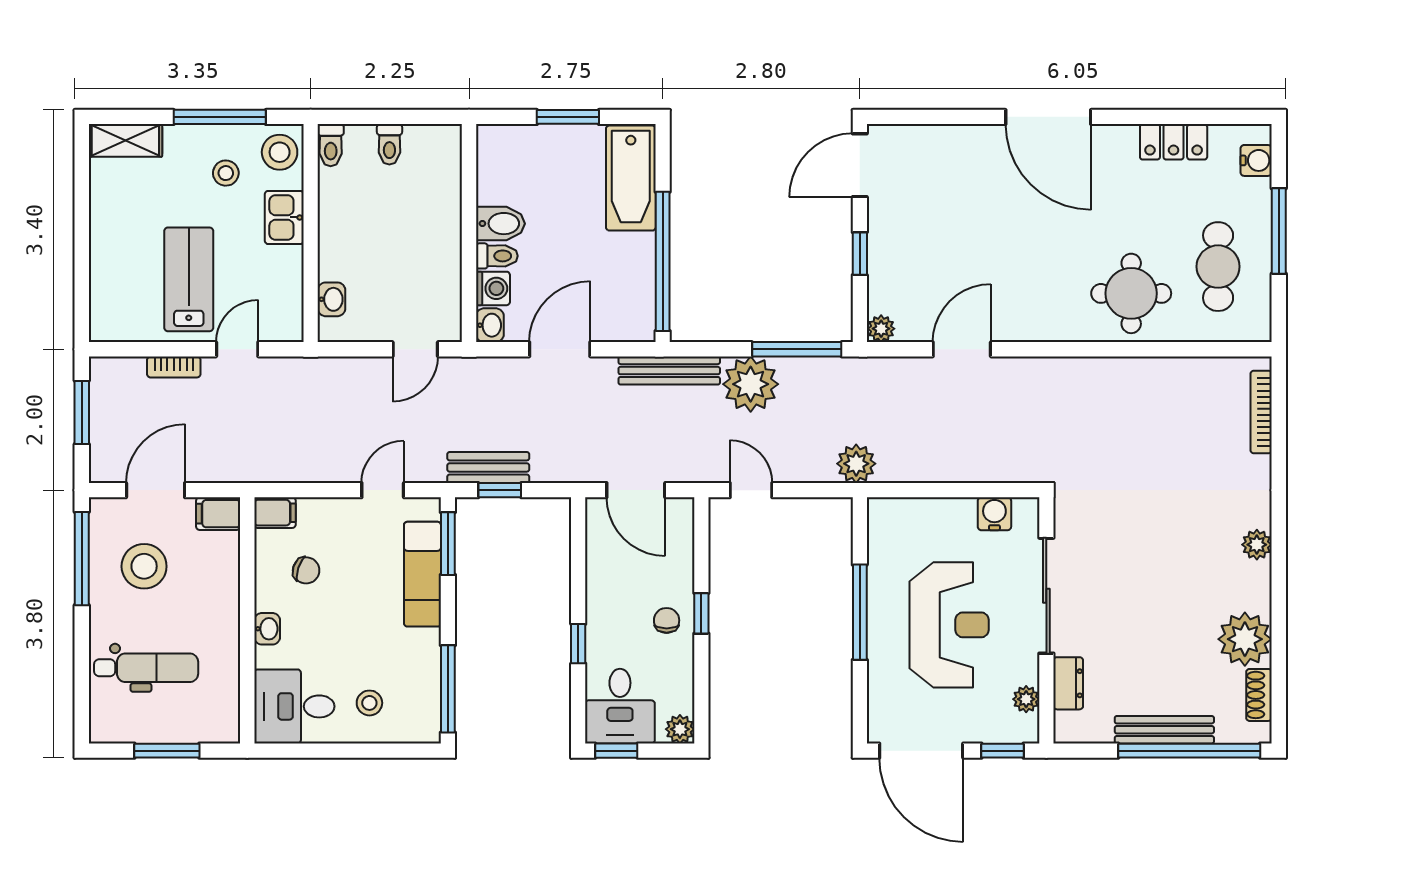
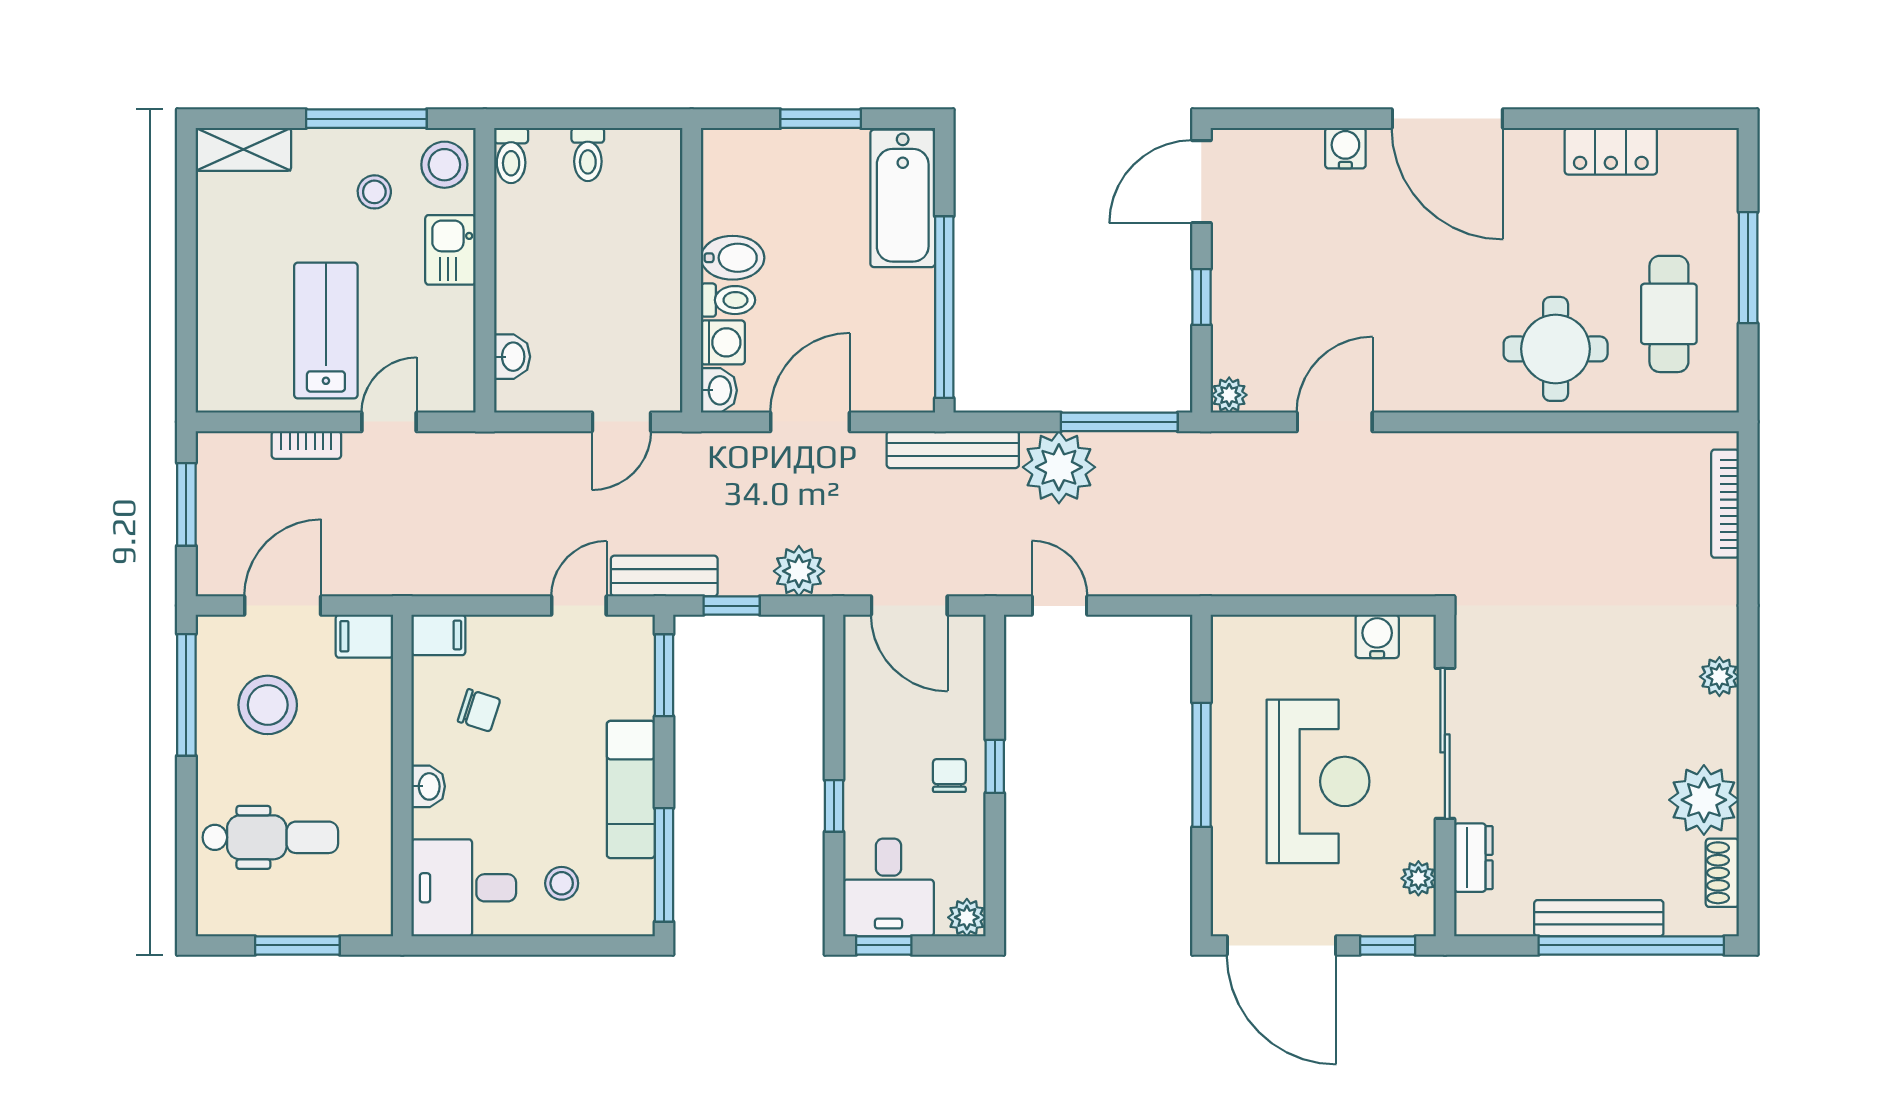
water cooler: (1256, 160) -> (1345, 148), moved, turned -90
plant: (856, 464) -> (799, 571), moved
bench: (488, 467) -> (664, 576), moved
exam couch: (422, 574) -> (631, 790), moved

